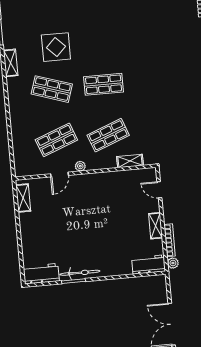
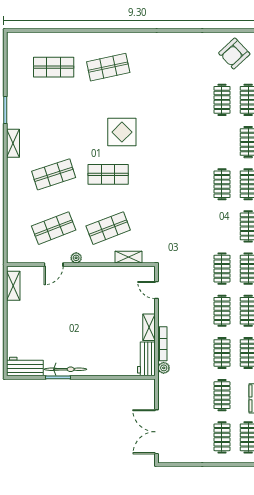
display table: (56, 47) -> (122, 132), moved
shop shelf: (52, 89) -> (54, 174), turned -36
workbench: (149, 265) -> (146, 359), moved, turned -90

